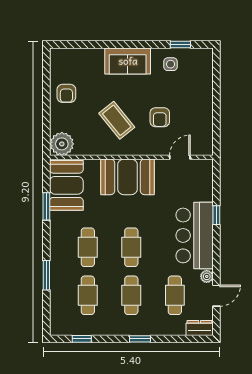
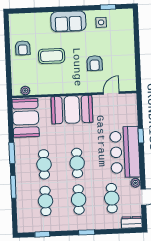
coffee table: (117, 120) -> (52, 56), moved, turned -51
plant: (62, 144) -> (25, 91), width x0.53, depth x0.53
window: (46, 206) -> (12, 153), moved

